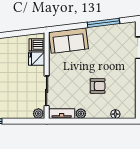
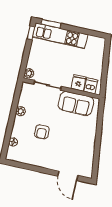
window: (103, 23) -> (97, 150), removed
sofa: (68, 41) -> (76, 103), moved, turned -83
tv unit: (62, 114) -> (24, 94), removed

